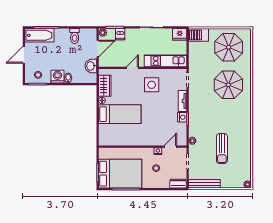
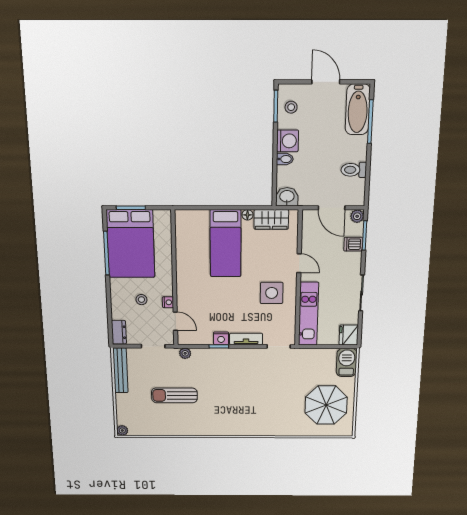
washbasin: (91, 66) -> (287, 197), moved
parasol: (228, 85) -> (270, 405), removed

